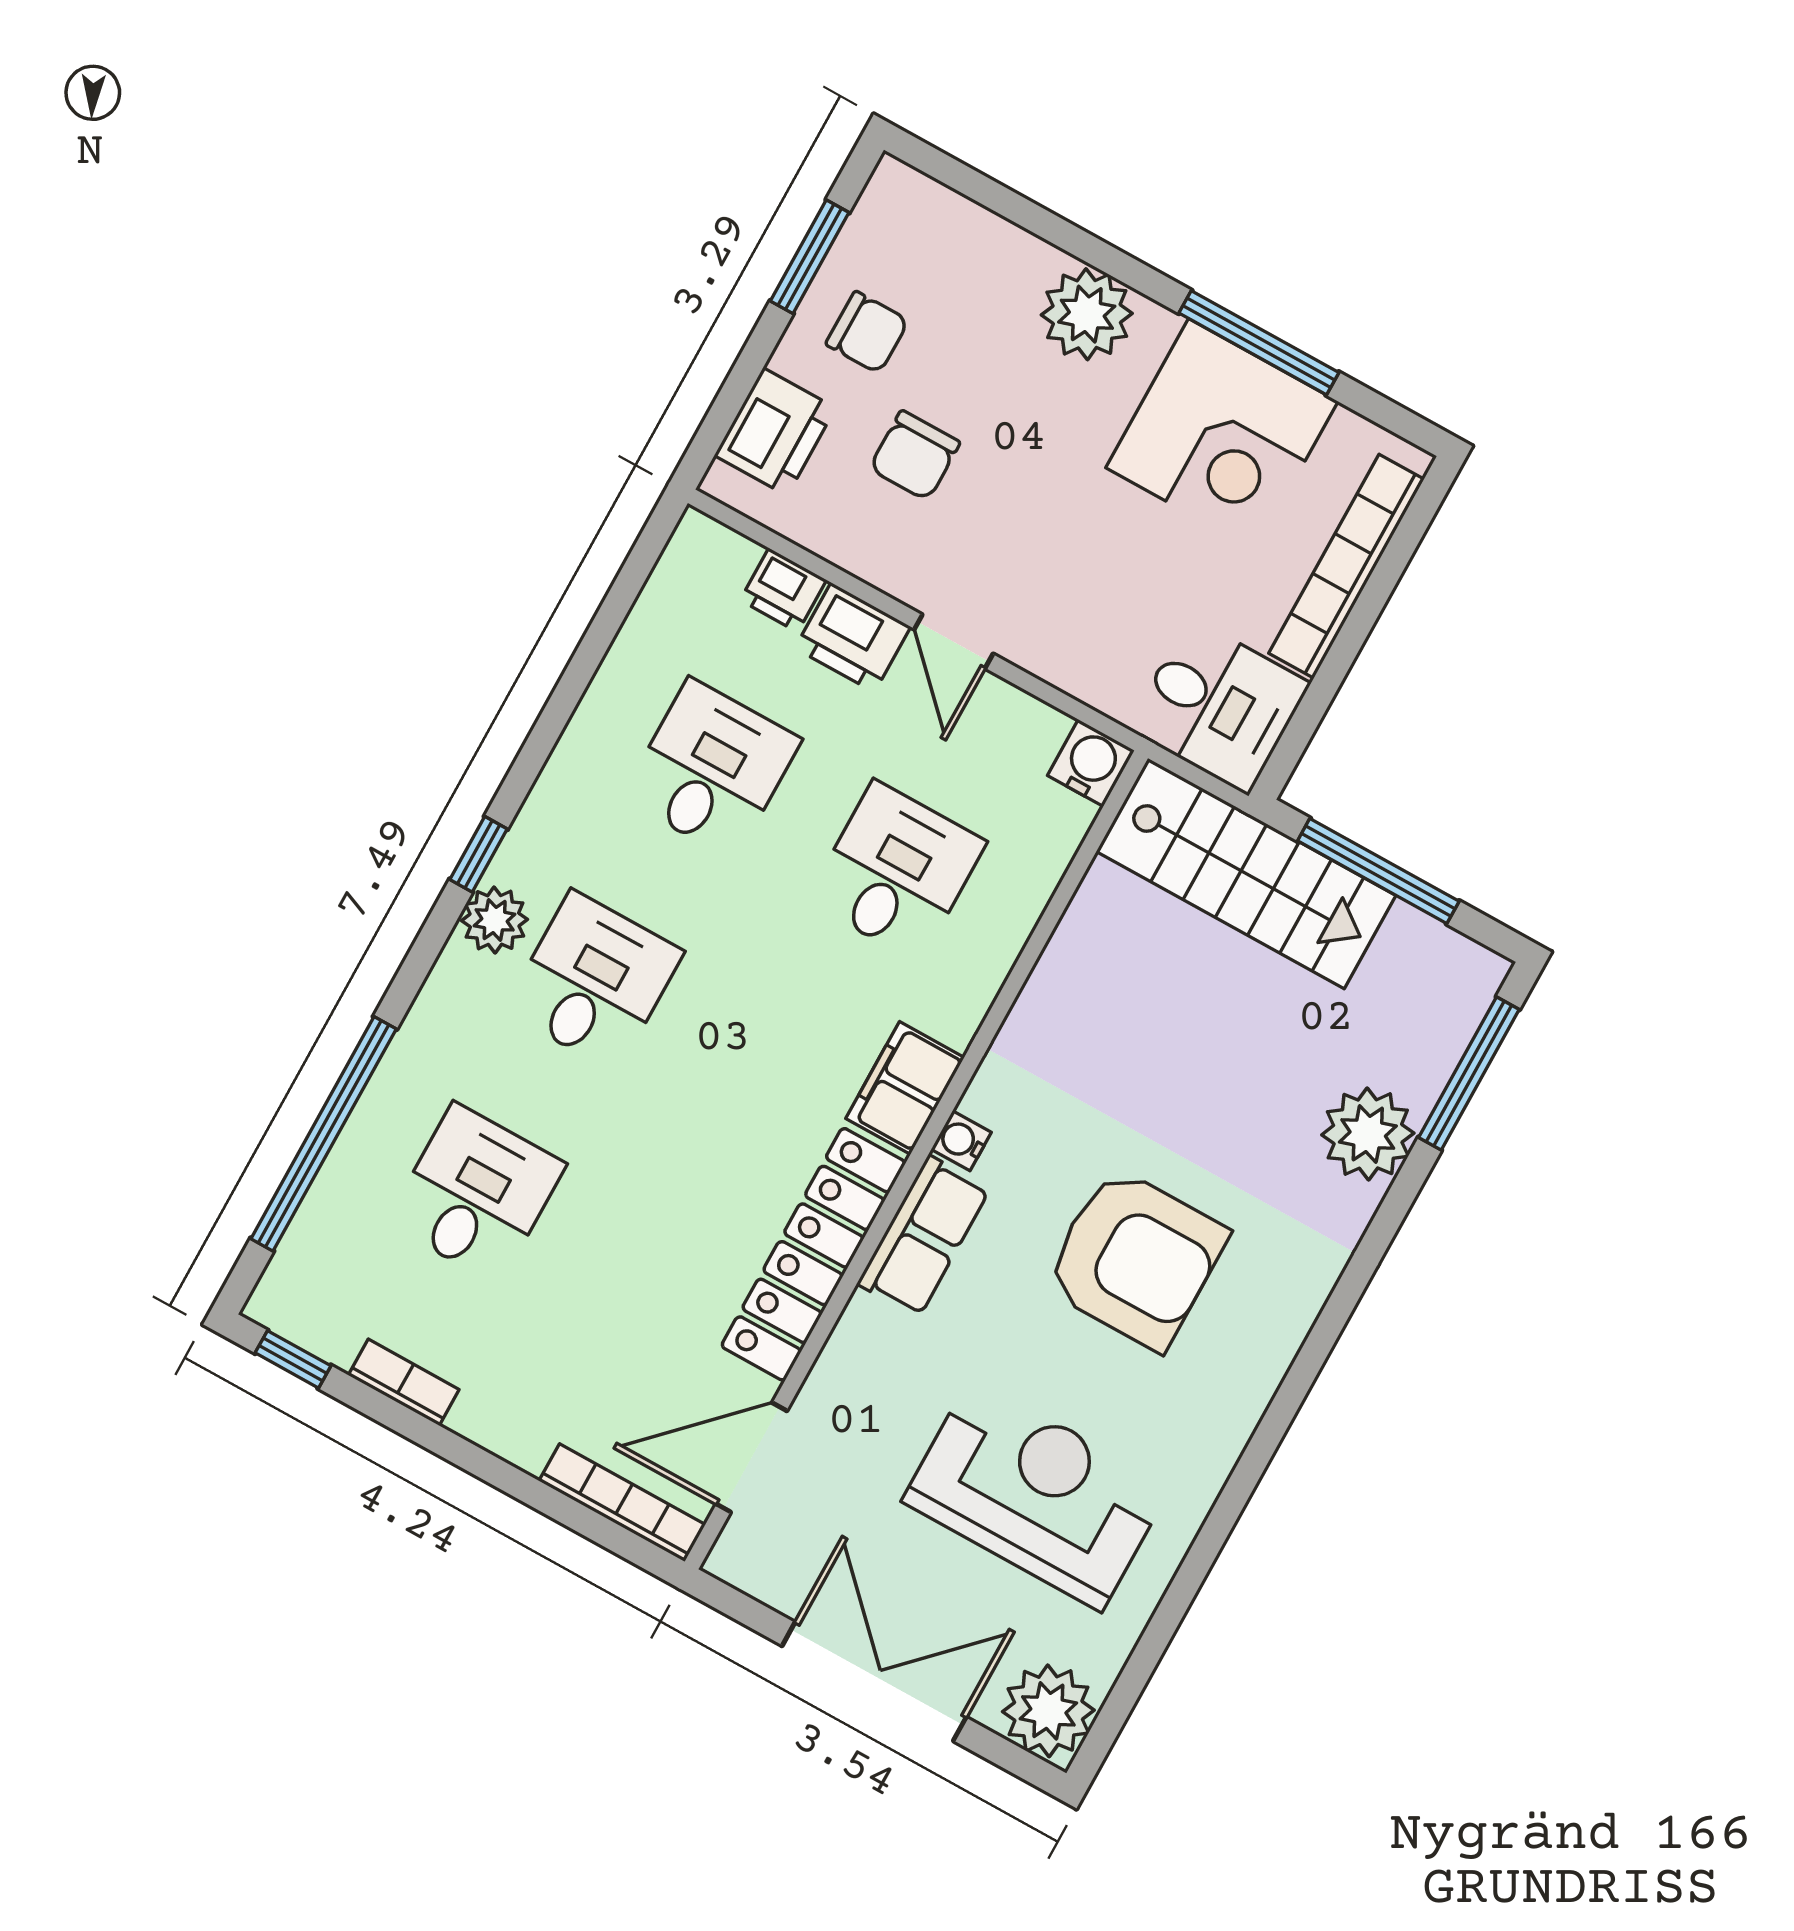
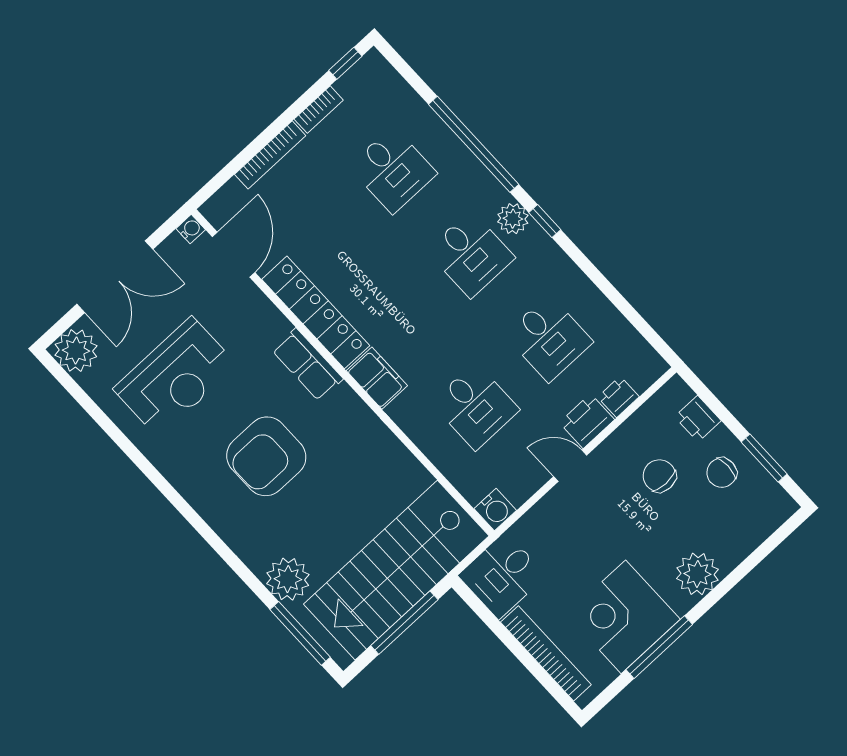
printer: (775, 432) -> (698, 419), width x0.73, depth x0.81
stairs: (1246, 873) -> (396, 570), width x1.36, depth x1.51
window: (324, 1134) -> (474, 144), moved
water cooler: (961, 1141) -> (191, 229), moved
bookcase: (622, 1503) -> (270, 155), moved

